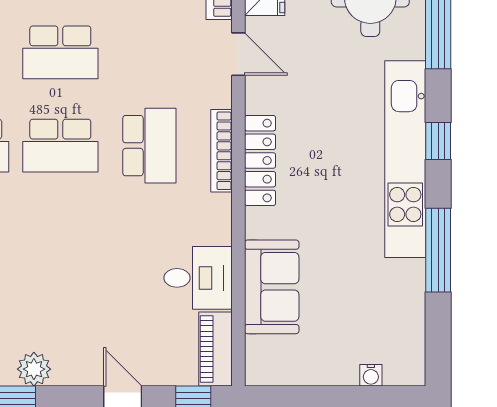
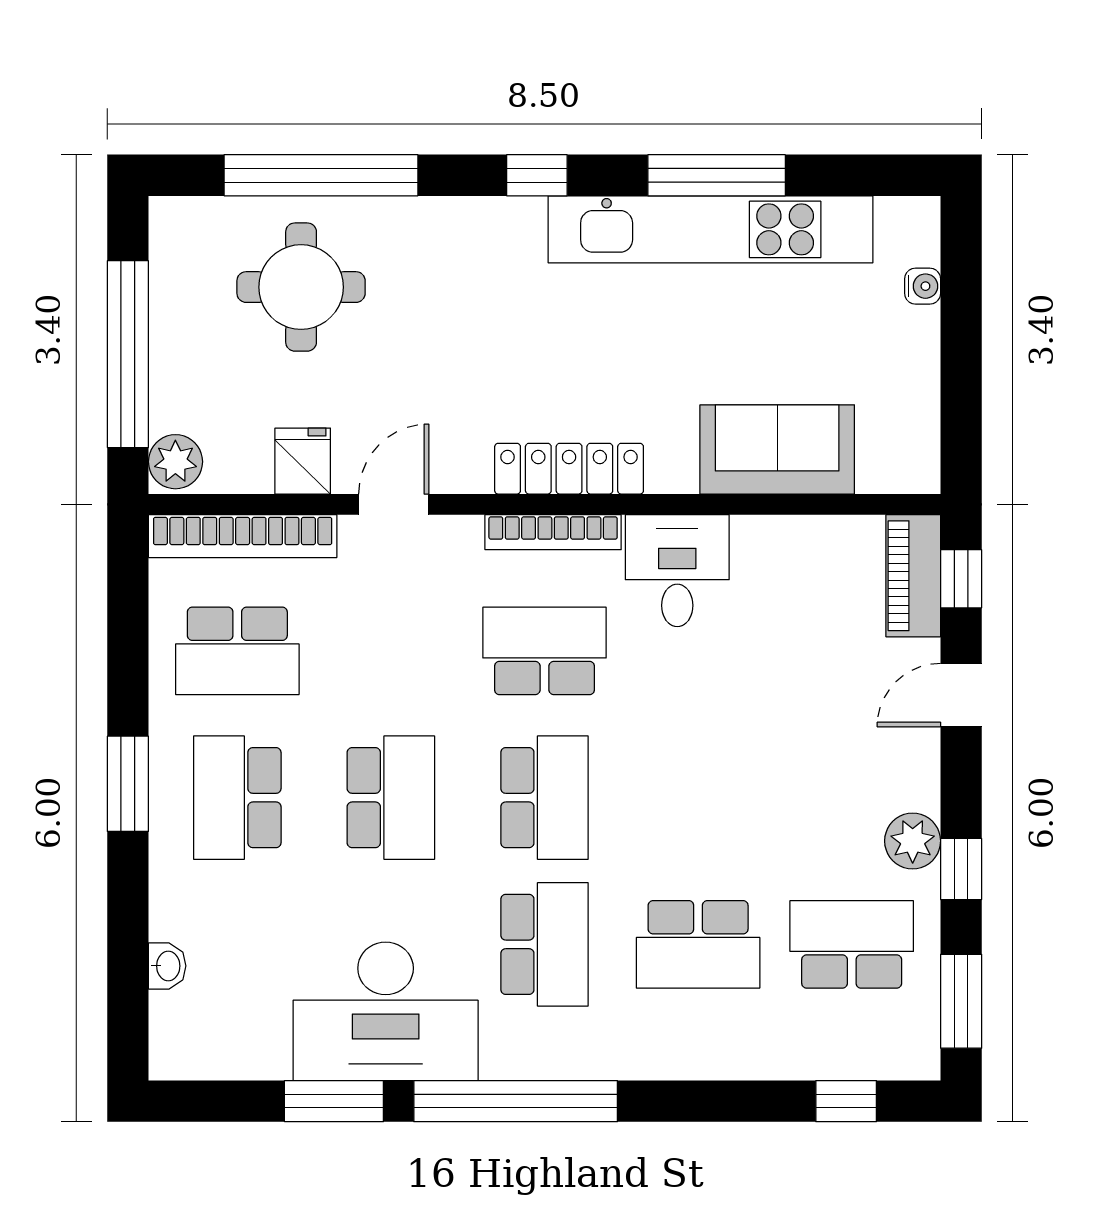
kitchen unit: (405, 159) -> (710, 229), moved
desk: (198, 278) -> (677, 571), moved
piano: (215, 349) -> (913, 576), moved, turned 90

